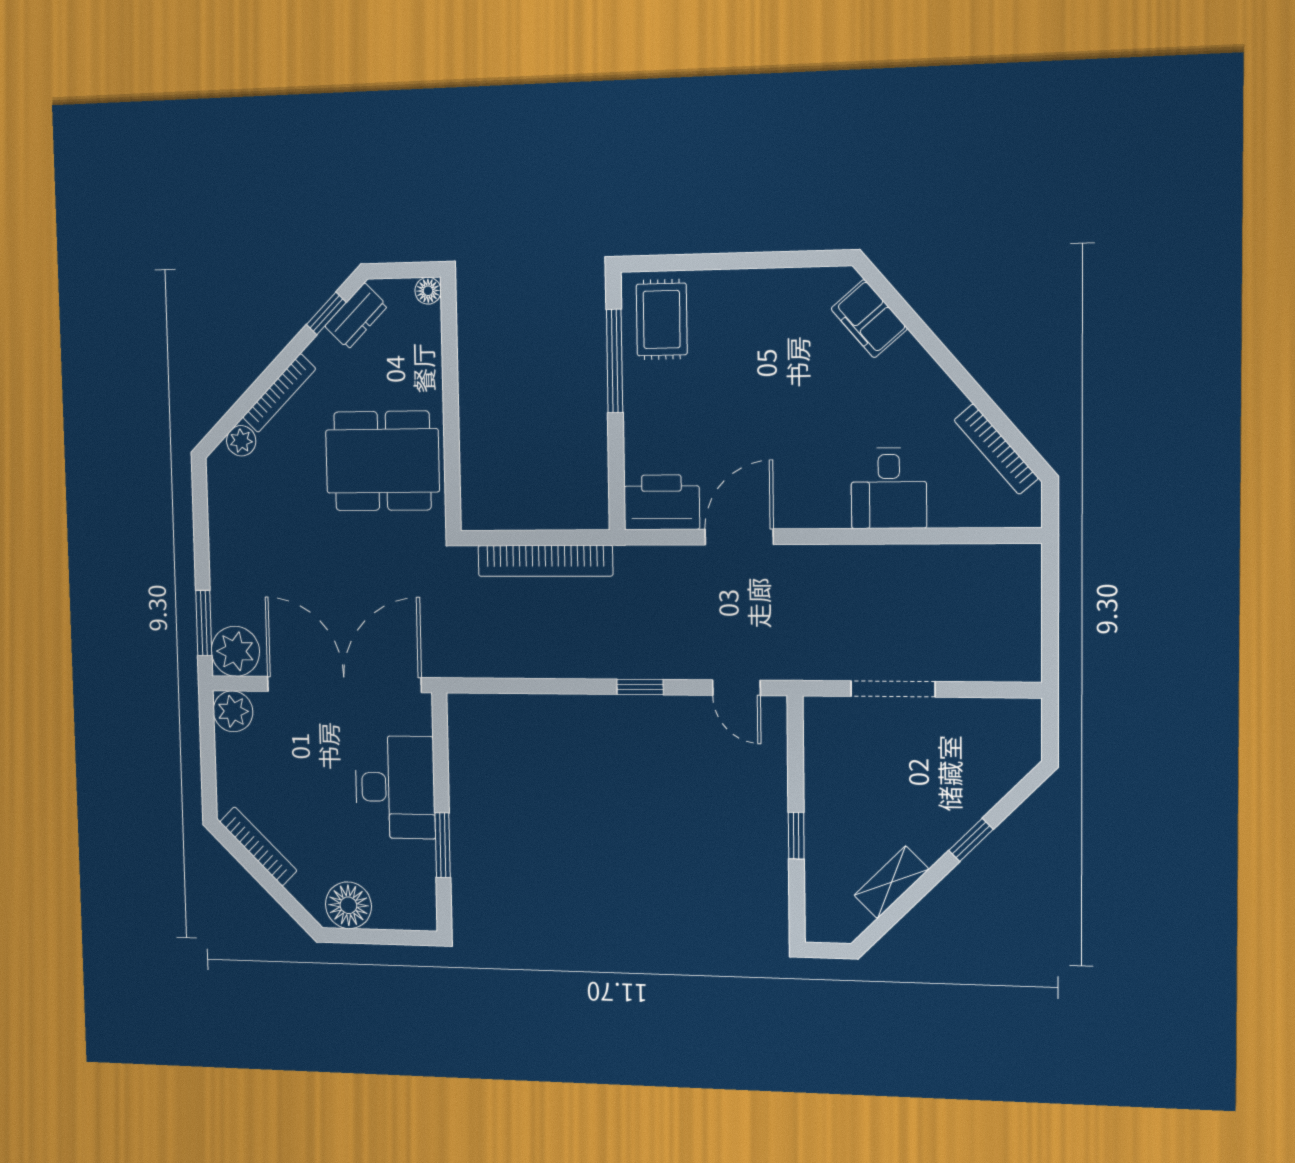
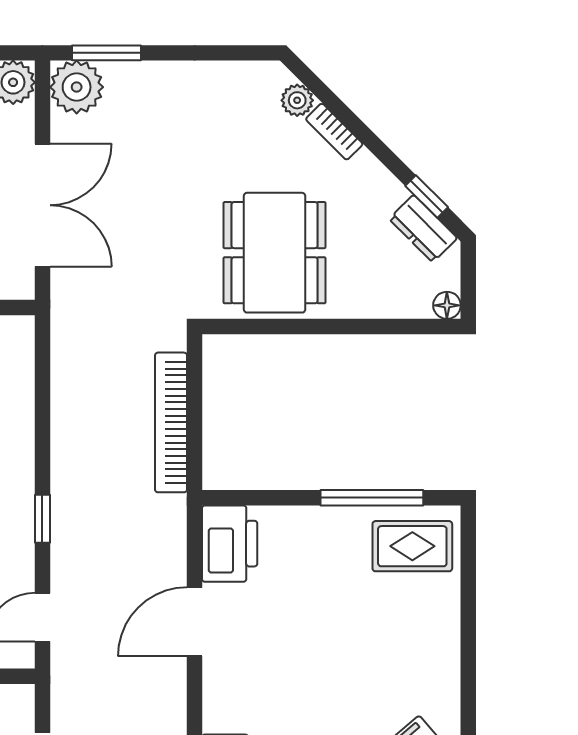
bookcase: (279, 393) -> (334, 132), width x0.64
door: (739, 537) -> (195, 622), swing flipped
double door: (344, 684) -> (42, 205), width x0.73

